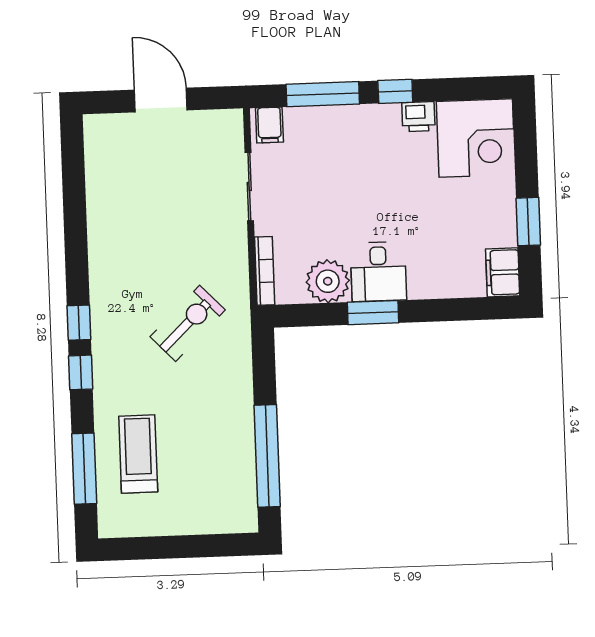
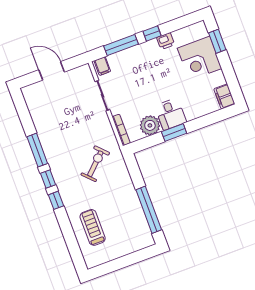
corner desk: (476, 138) -> (200, 58), moved, turned 90
window: (528, 222) -> (217, 41), moved
window: (84, 469) -> (37, 150), moved

